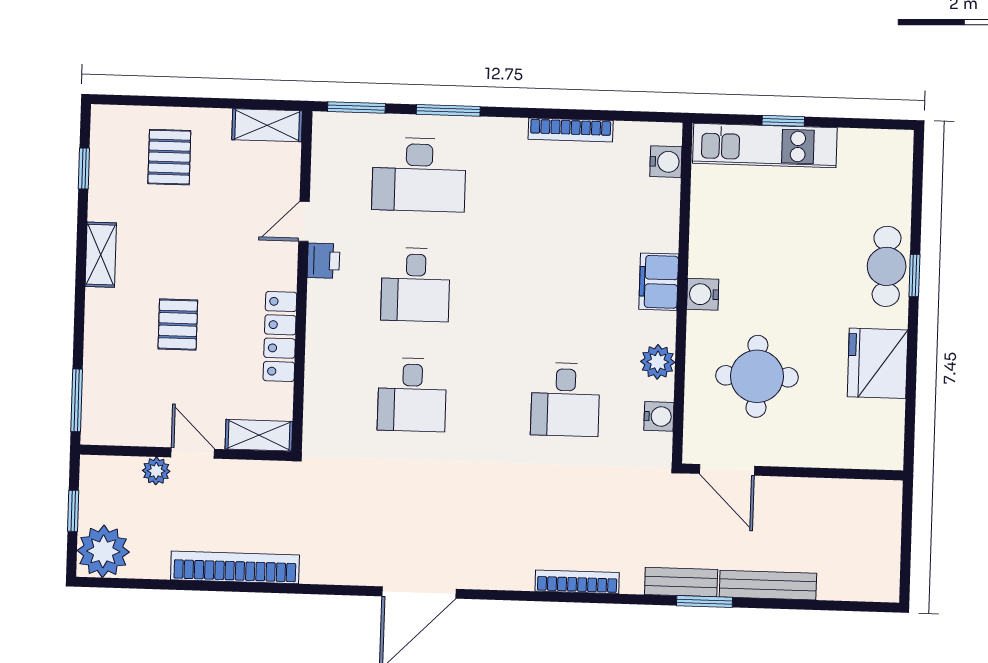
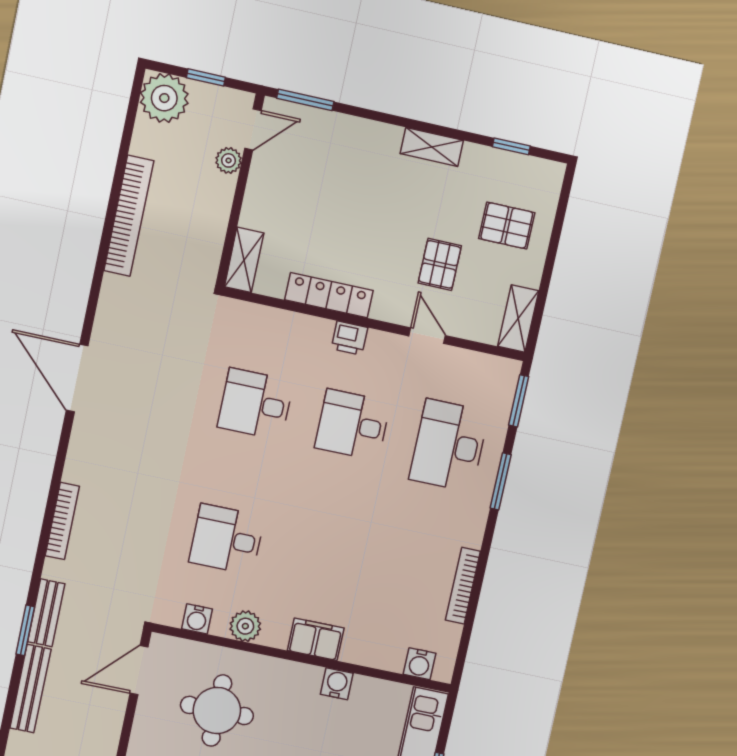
printer: (323, 261) -> (349, 338), moved
water cooler: (703, 294) -> (337, 684), moved
pallet: (178, 325) -> (440, 264), moved, turned 90
door: (193, 453) -> (253, 129), moved

